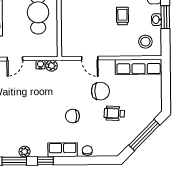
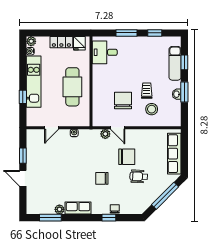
chair: (96, 27) -> (123, 100), added
stool: (145, 42) -> (152, 109), moved
plant: (52, 66) -> (105, 134), moved
row of seats: (139, 67) -> (174, 154), moved, turned 90
row of seats: (63, 150) -> (78, 208), moved
window: (45, 161) -> (109, 218), moved

